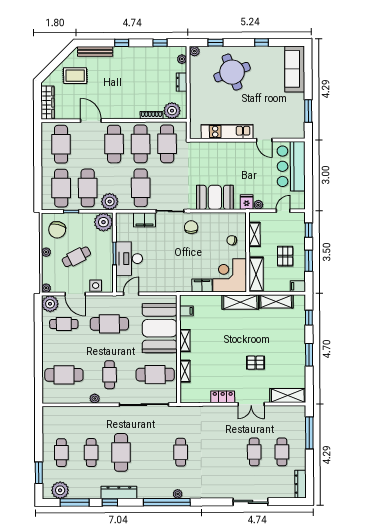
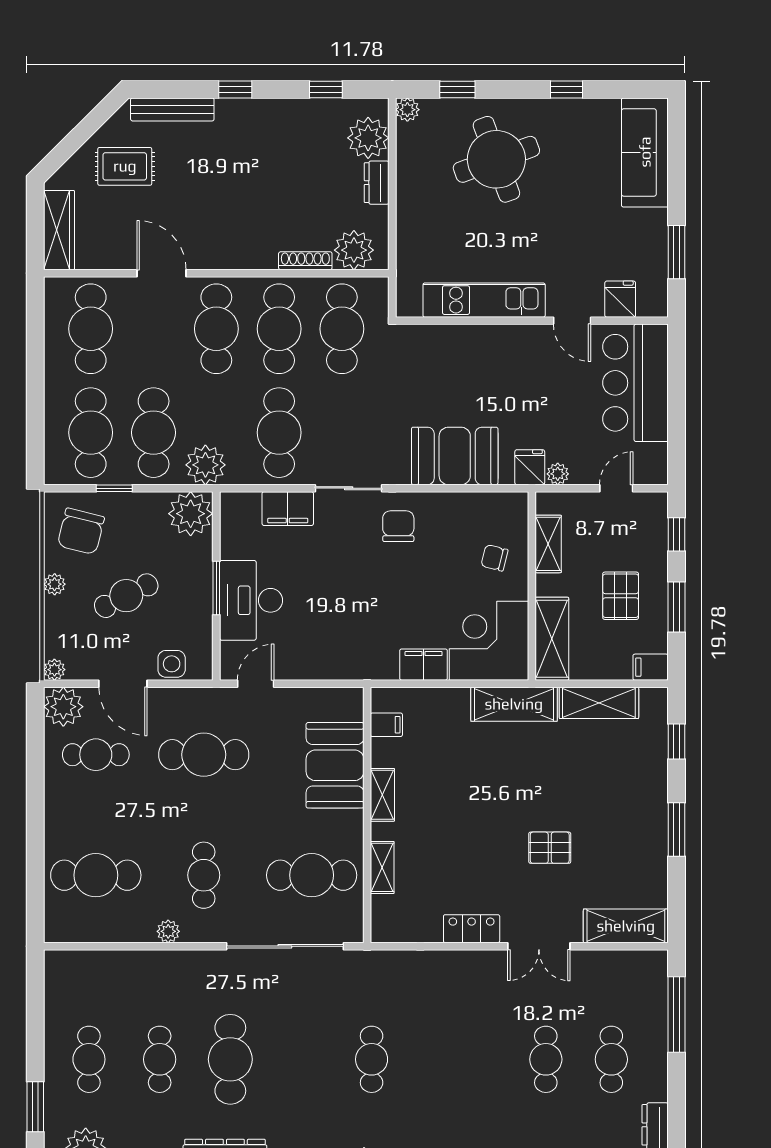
plant: (182, 59) -> (368, 138), width x1.87, depth x1.87
fridge: (285, 131) -> (620, 299), added
booth: (160, 328) -> (335, 765), width x0.73, depth x0.70

